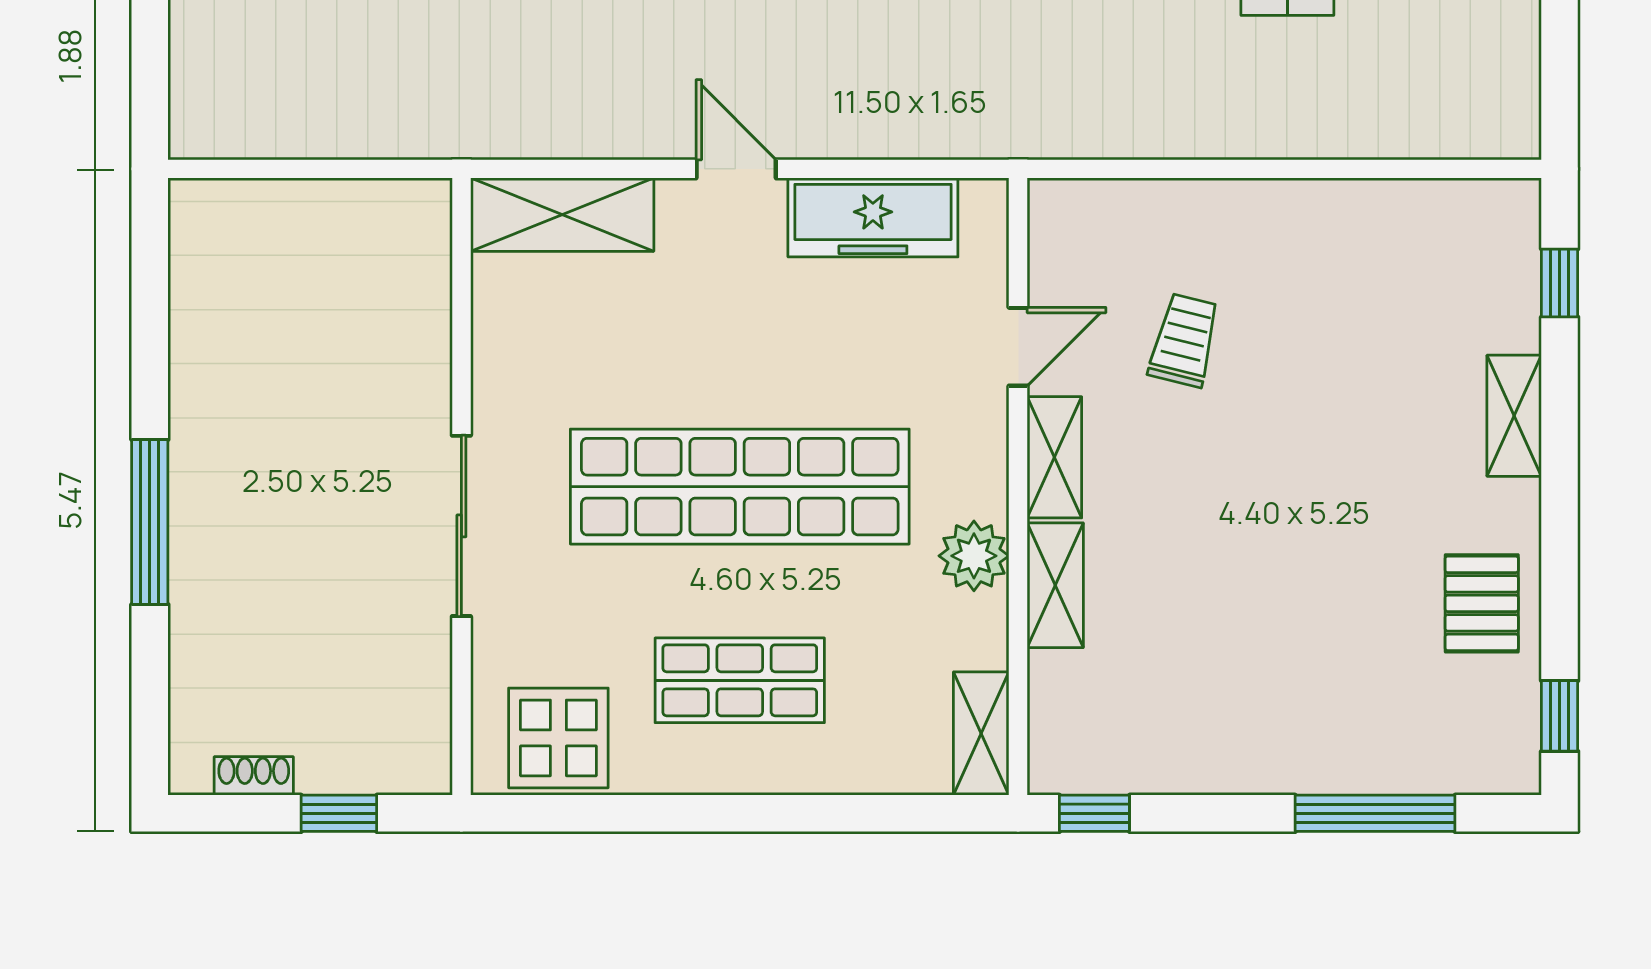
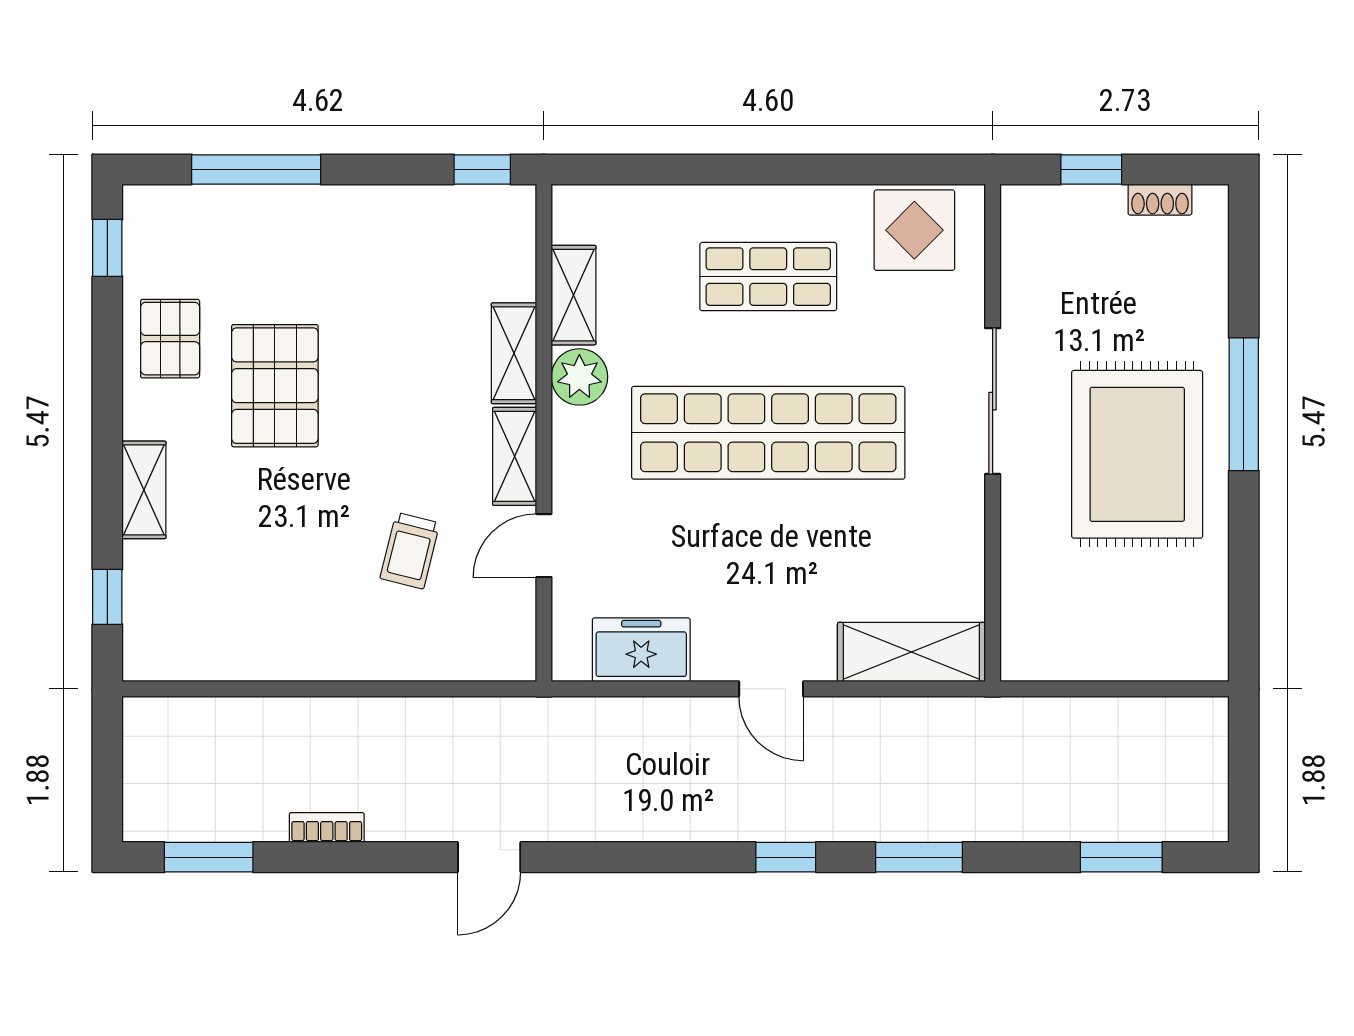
freezer: (873, 217) -> (641, 650), width x0.71
rug: (282, 460) -> (1137, 454), added
pallet: (1352, 545) -> (275, 386), added
shelving: (981, 733) -> (574, 295), moved

